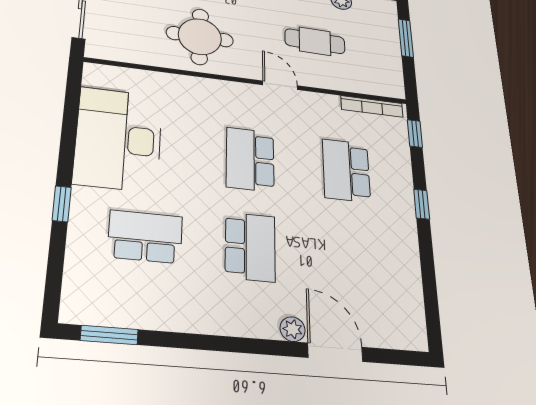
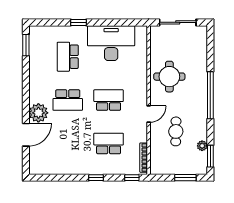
school desk: (145, 237) -> (68, 57), turned 180
plant: (293, 329) -> (38, 113), width x1.88, depth x1.88

